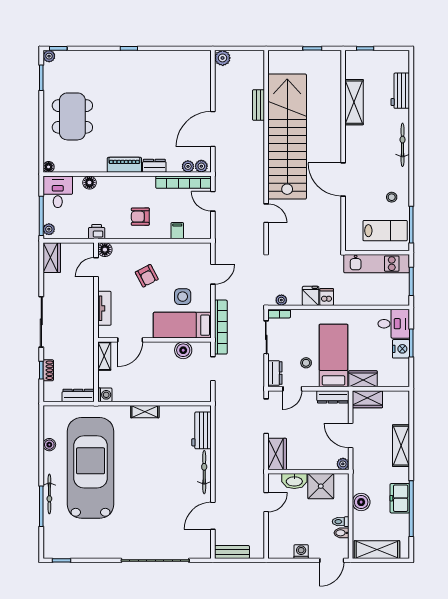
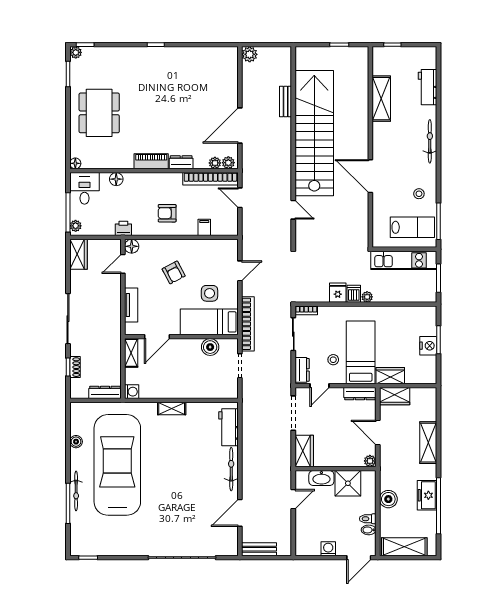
plant: (281, 300) -> (367, 297), moved
desk: (394, 324) -> (421, 320), removed

